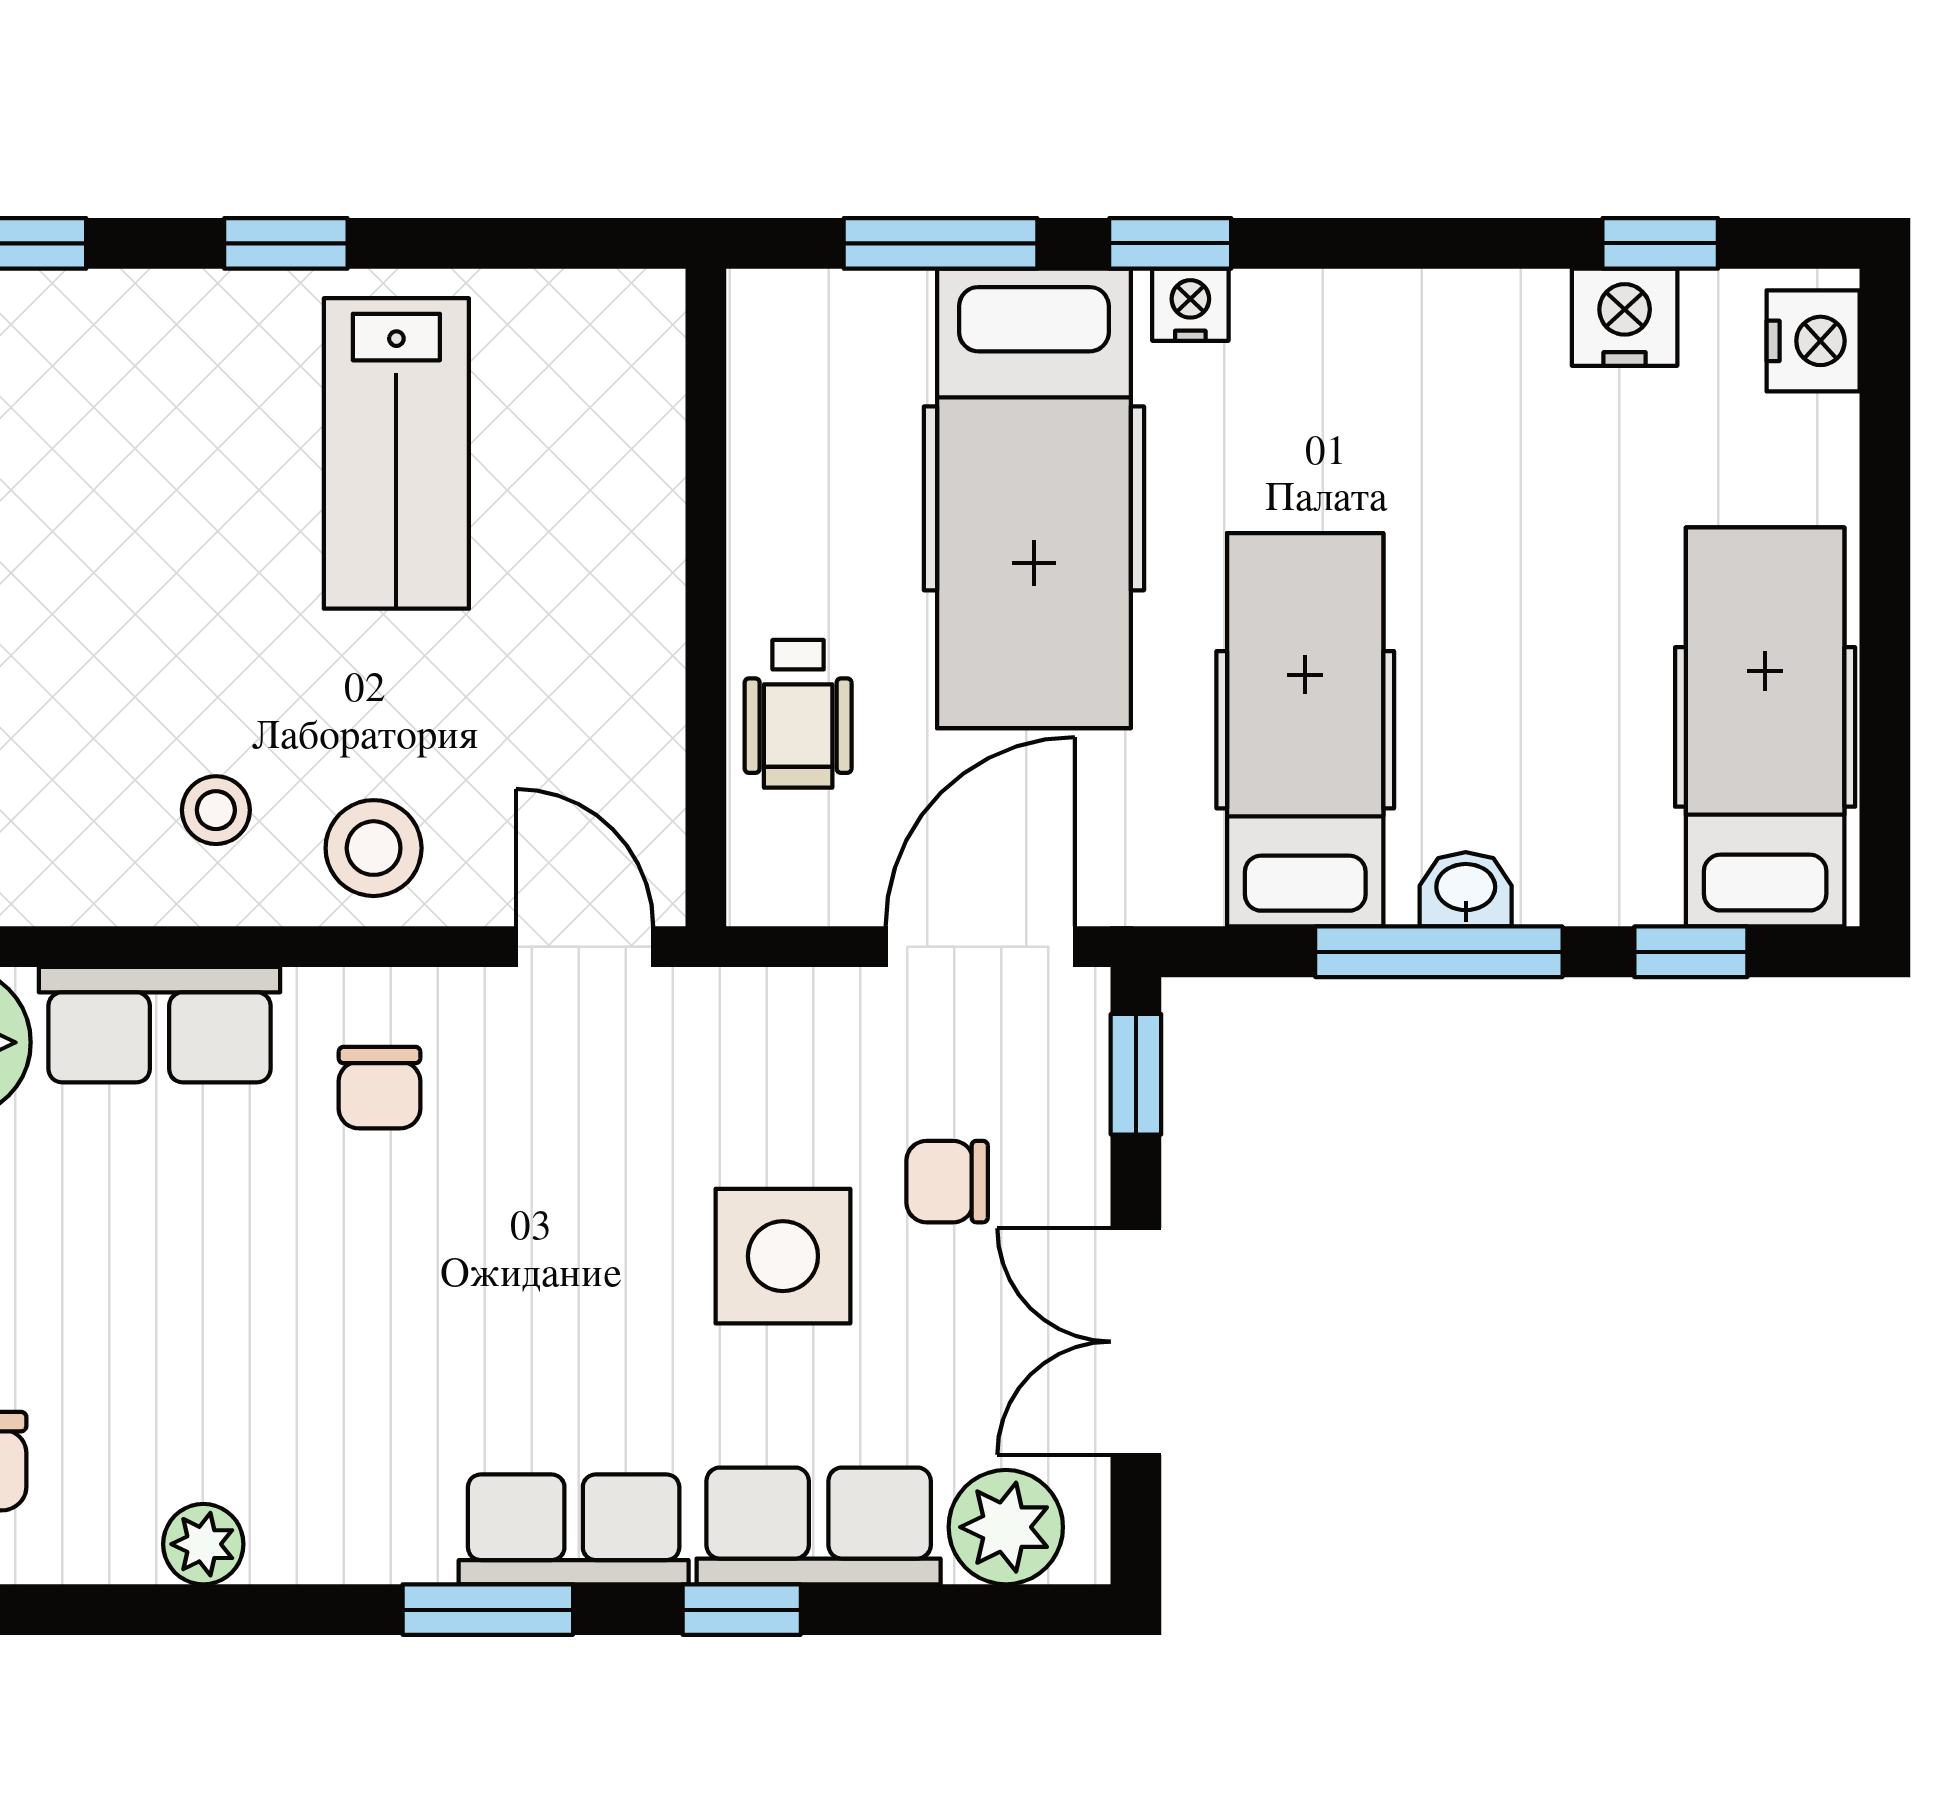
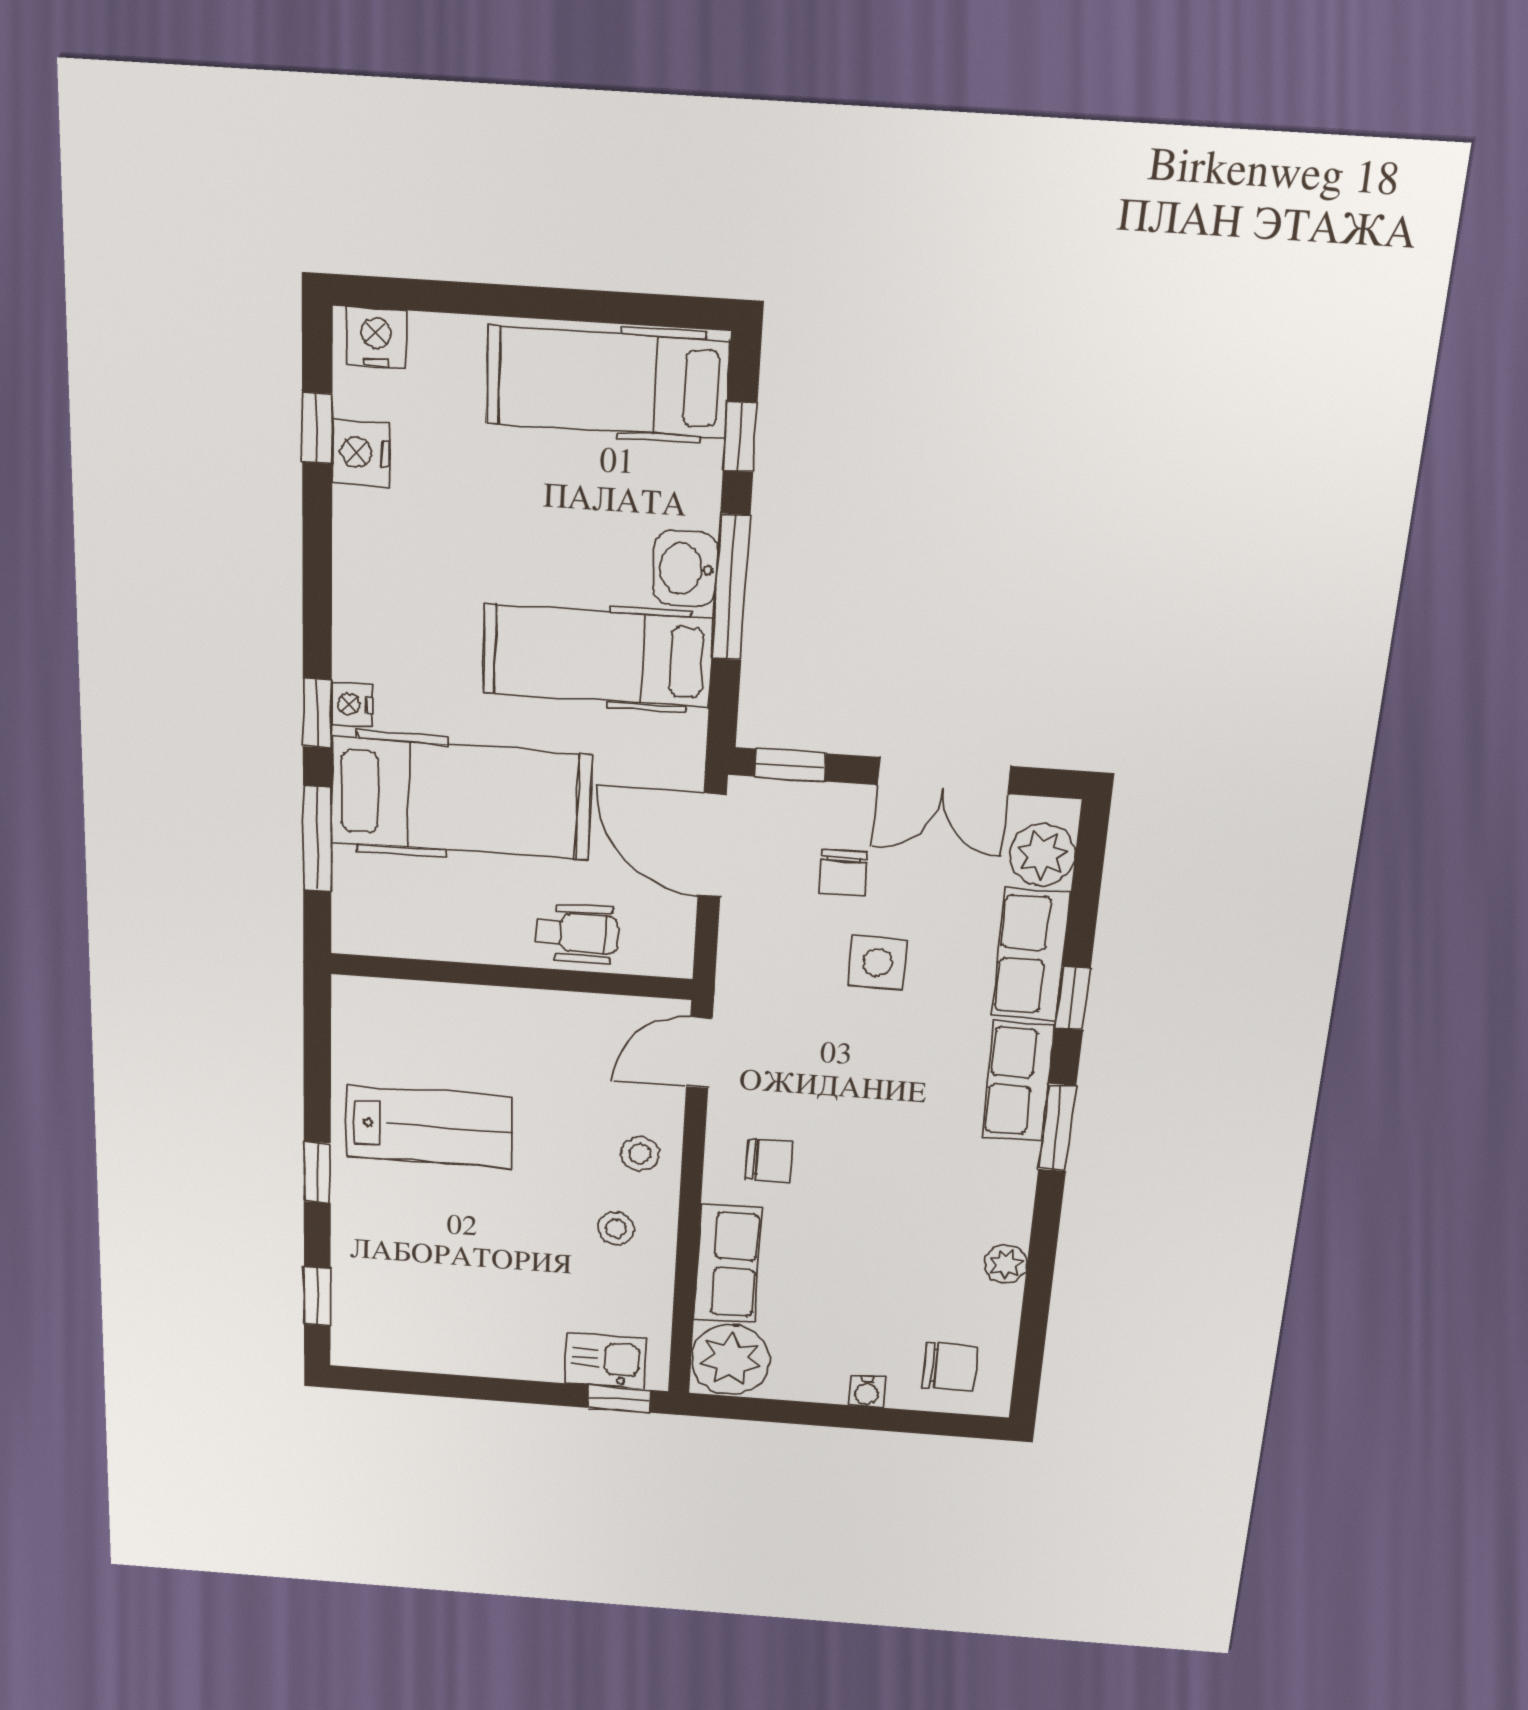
stool: (374, 848) -> (640, 1154), width x0.73, depth x0.73
washbasin: (1466, 889) -> (685, 569), width x1.38, depth x1.45
side table: (783, 1256) -> (878, 963), width x0.73, depth x0.73

